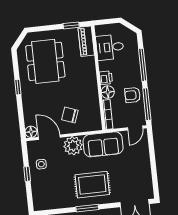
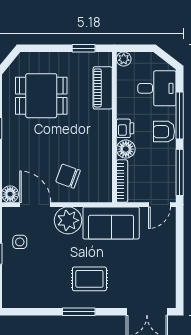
plant: (100, 30) -> (124, 59), added
piano: (86, 41) -> (103, 88), moved
desk: (110, 47) -> (157, 88), moved, turned 180
dining table: (45, 61) -> (41, 96), width x0.73
armchair: (133, 95) -> (164, 132), moved
rug: (92, 185) -> (89, 279), width x0.73, depth x0.70

